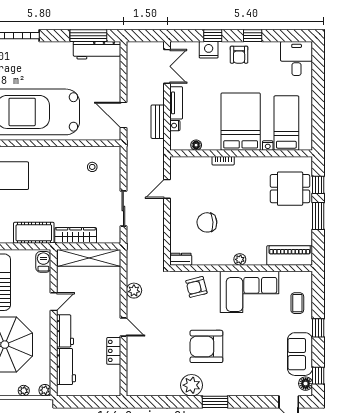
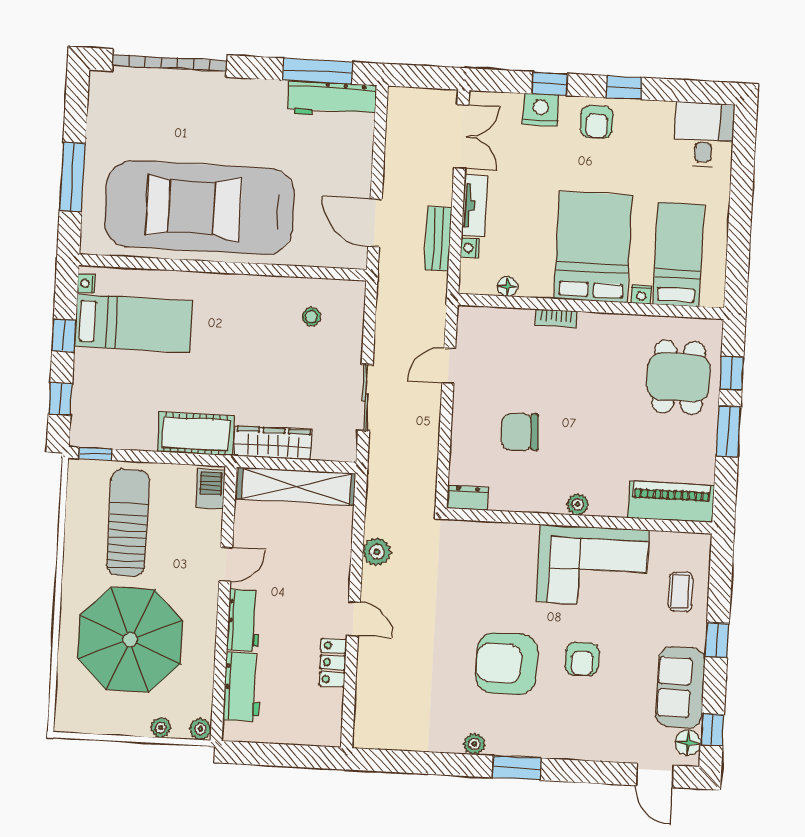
dining table: (290, 189) -> (679, 377), turned 90
armchair: (196, 287) -> (582, 659), moved, turned -76
plant: (192, 385) -> (474, 744), width x0.53, depth x0.53

